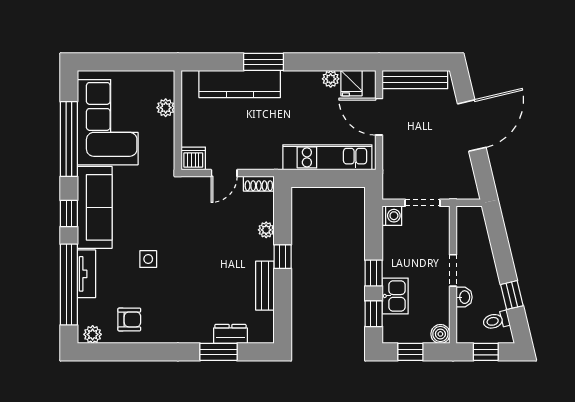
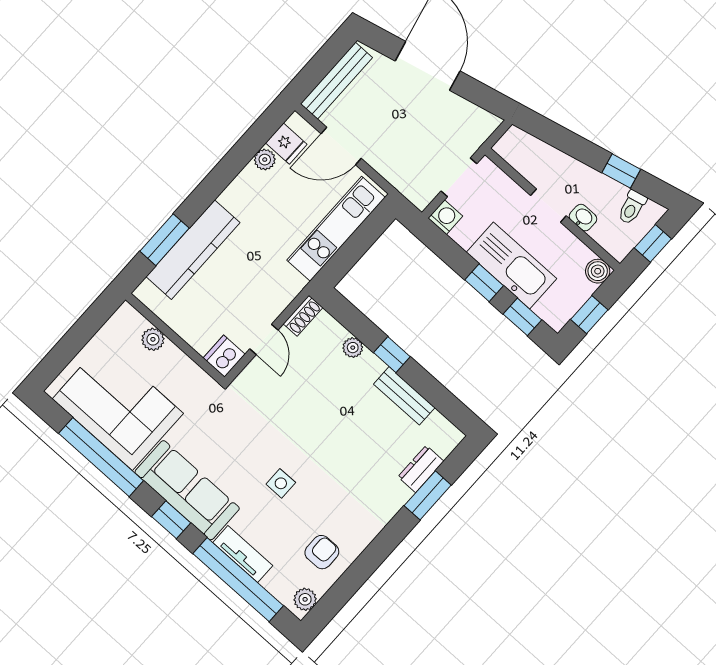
window: (264, 62) -> (164, 240), moved
kitchen sink: (395, 296) -> (512, 266), width x1.88, depth x1.24

